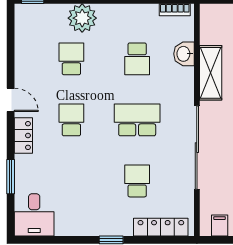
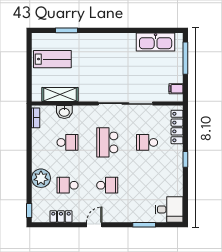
shelving: (211, 73) -> (60, 95), moved
school desk: (71, 120) -> (107, 185), turned 180
locker: (23, 136) -> (61, 216), moved

